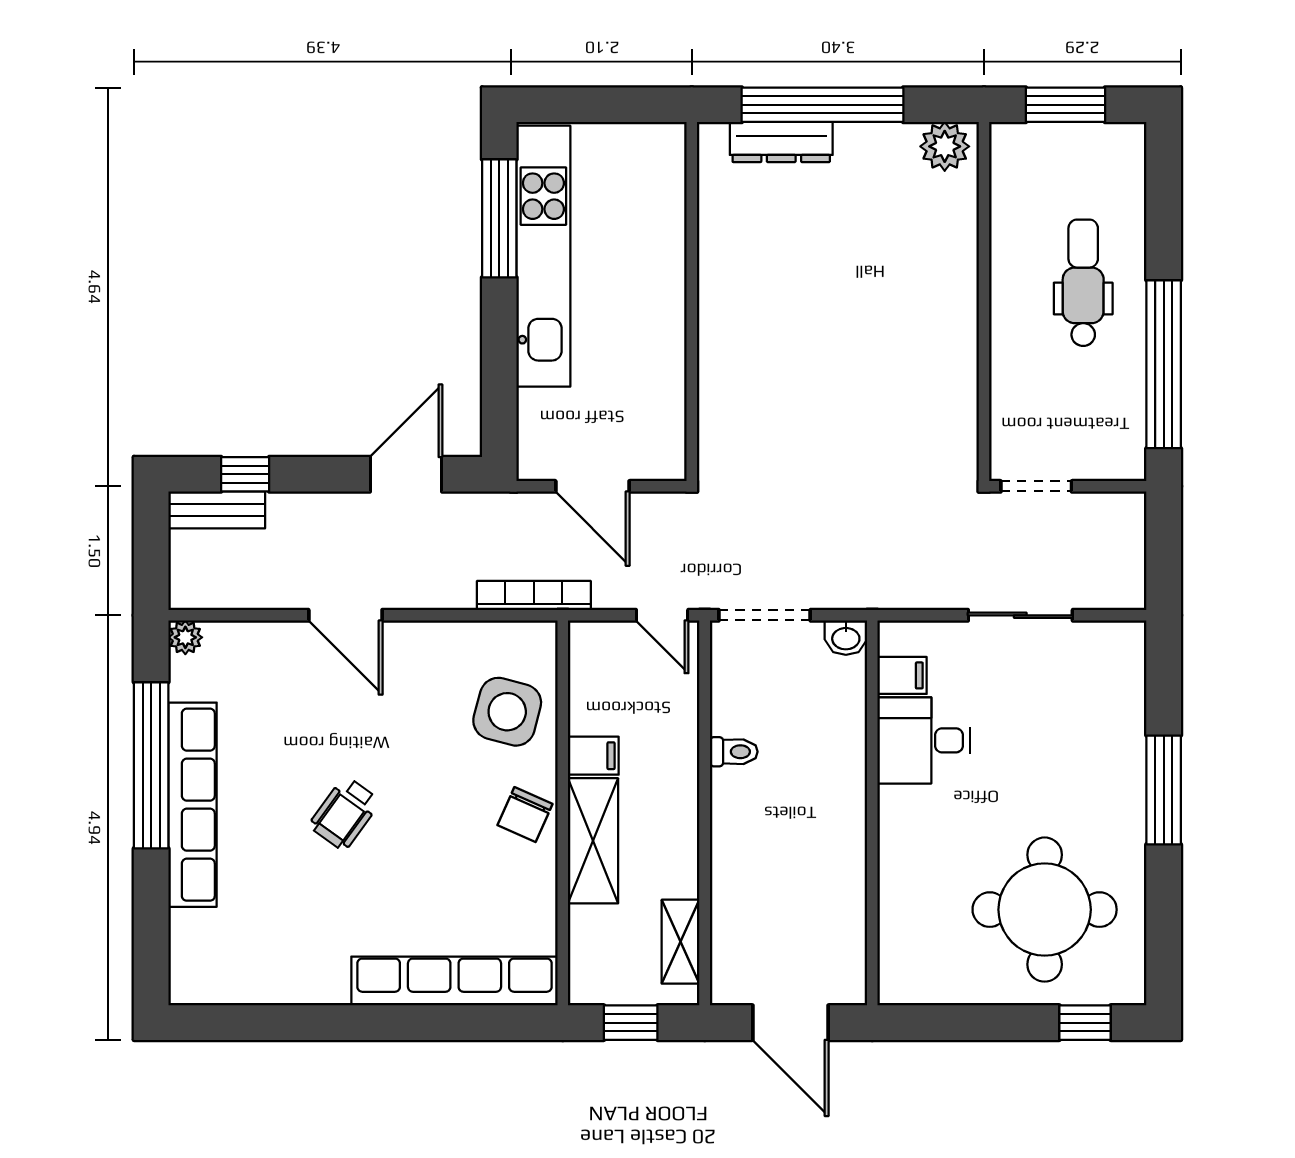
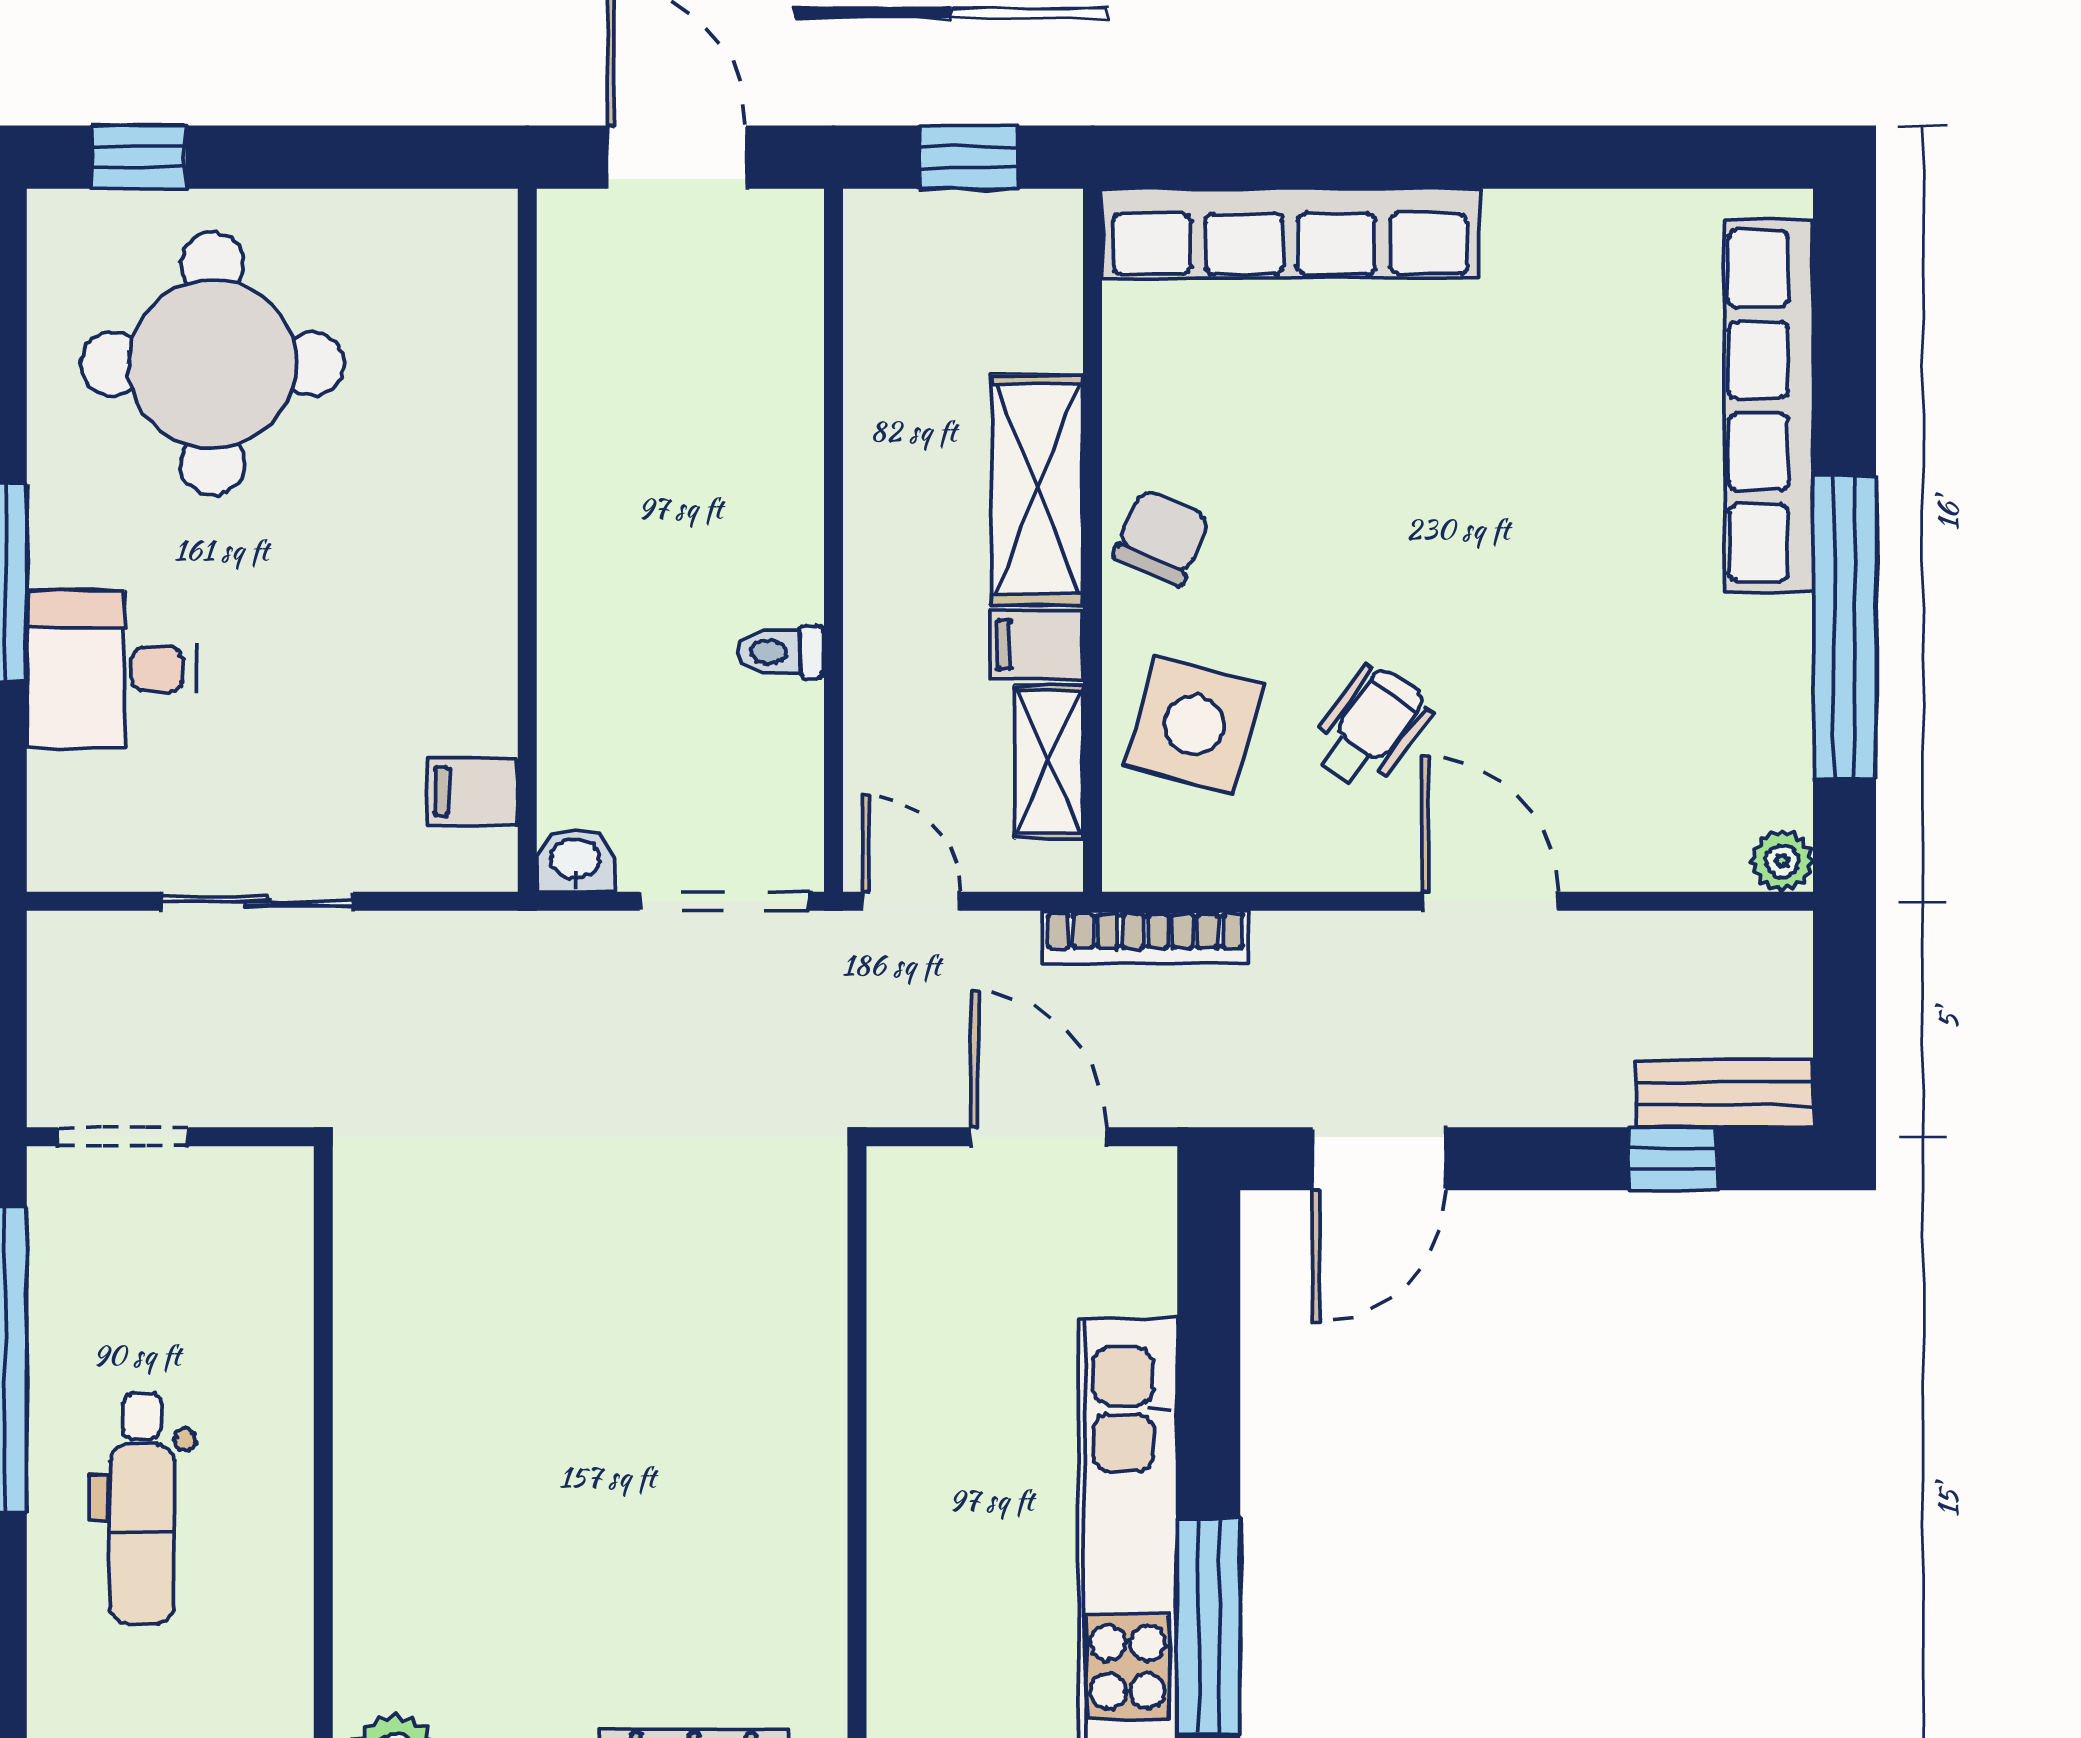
doorway: (1036, 486) -> (123, 1137), moved
desk: (924, 740) -> (111, 669), moved, turned 180
row of seats: (193, 805) -> (1769, 406), moved
wheelchair: (345, 813) -> (1370, 728), moved
shelving: (681, 942) -> (1049, 762), moved

